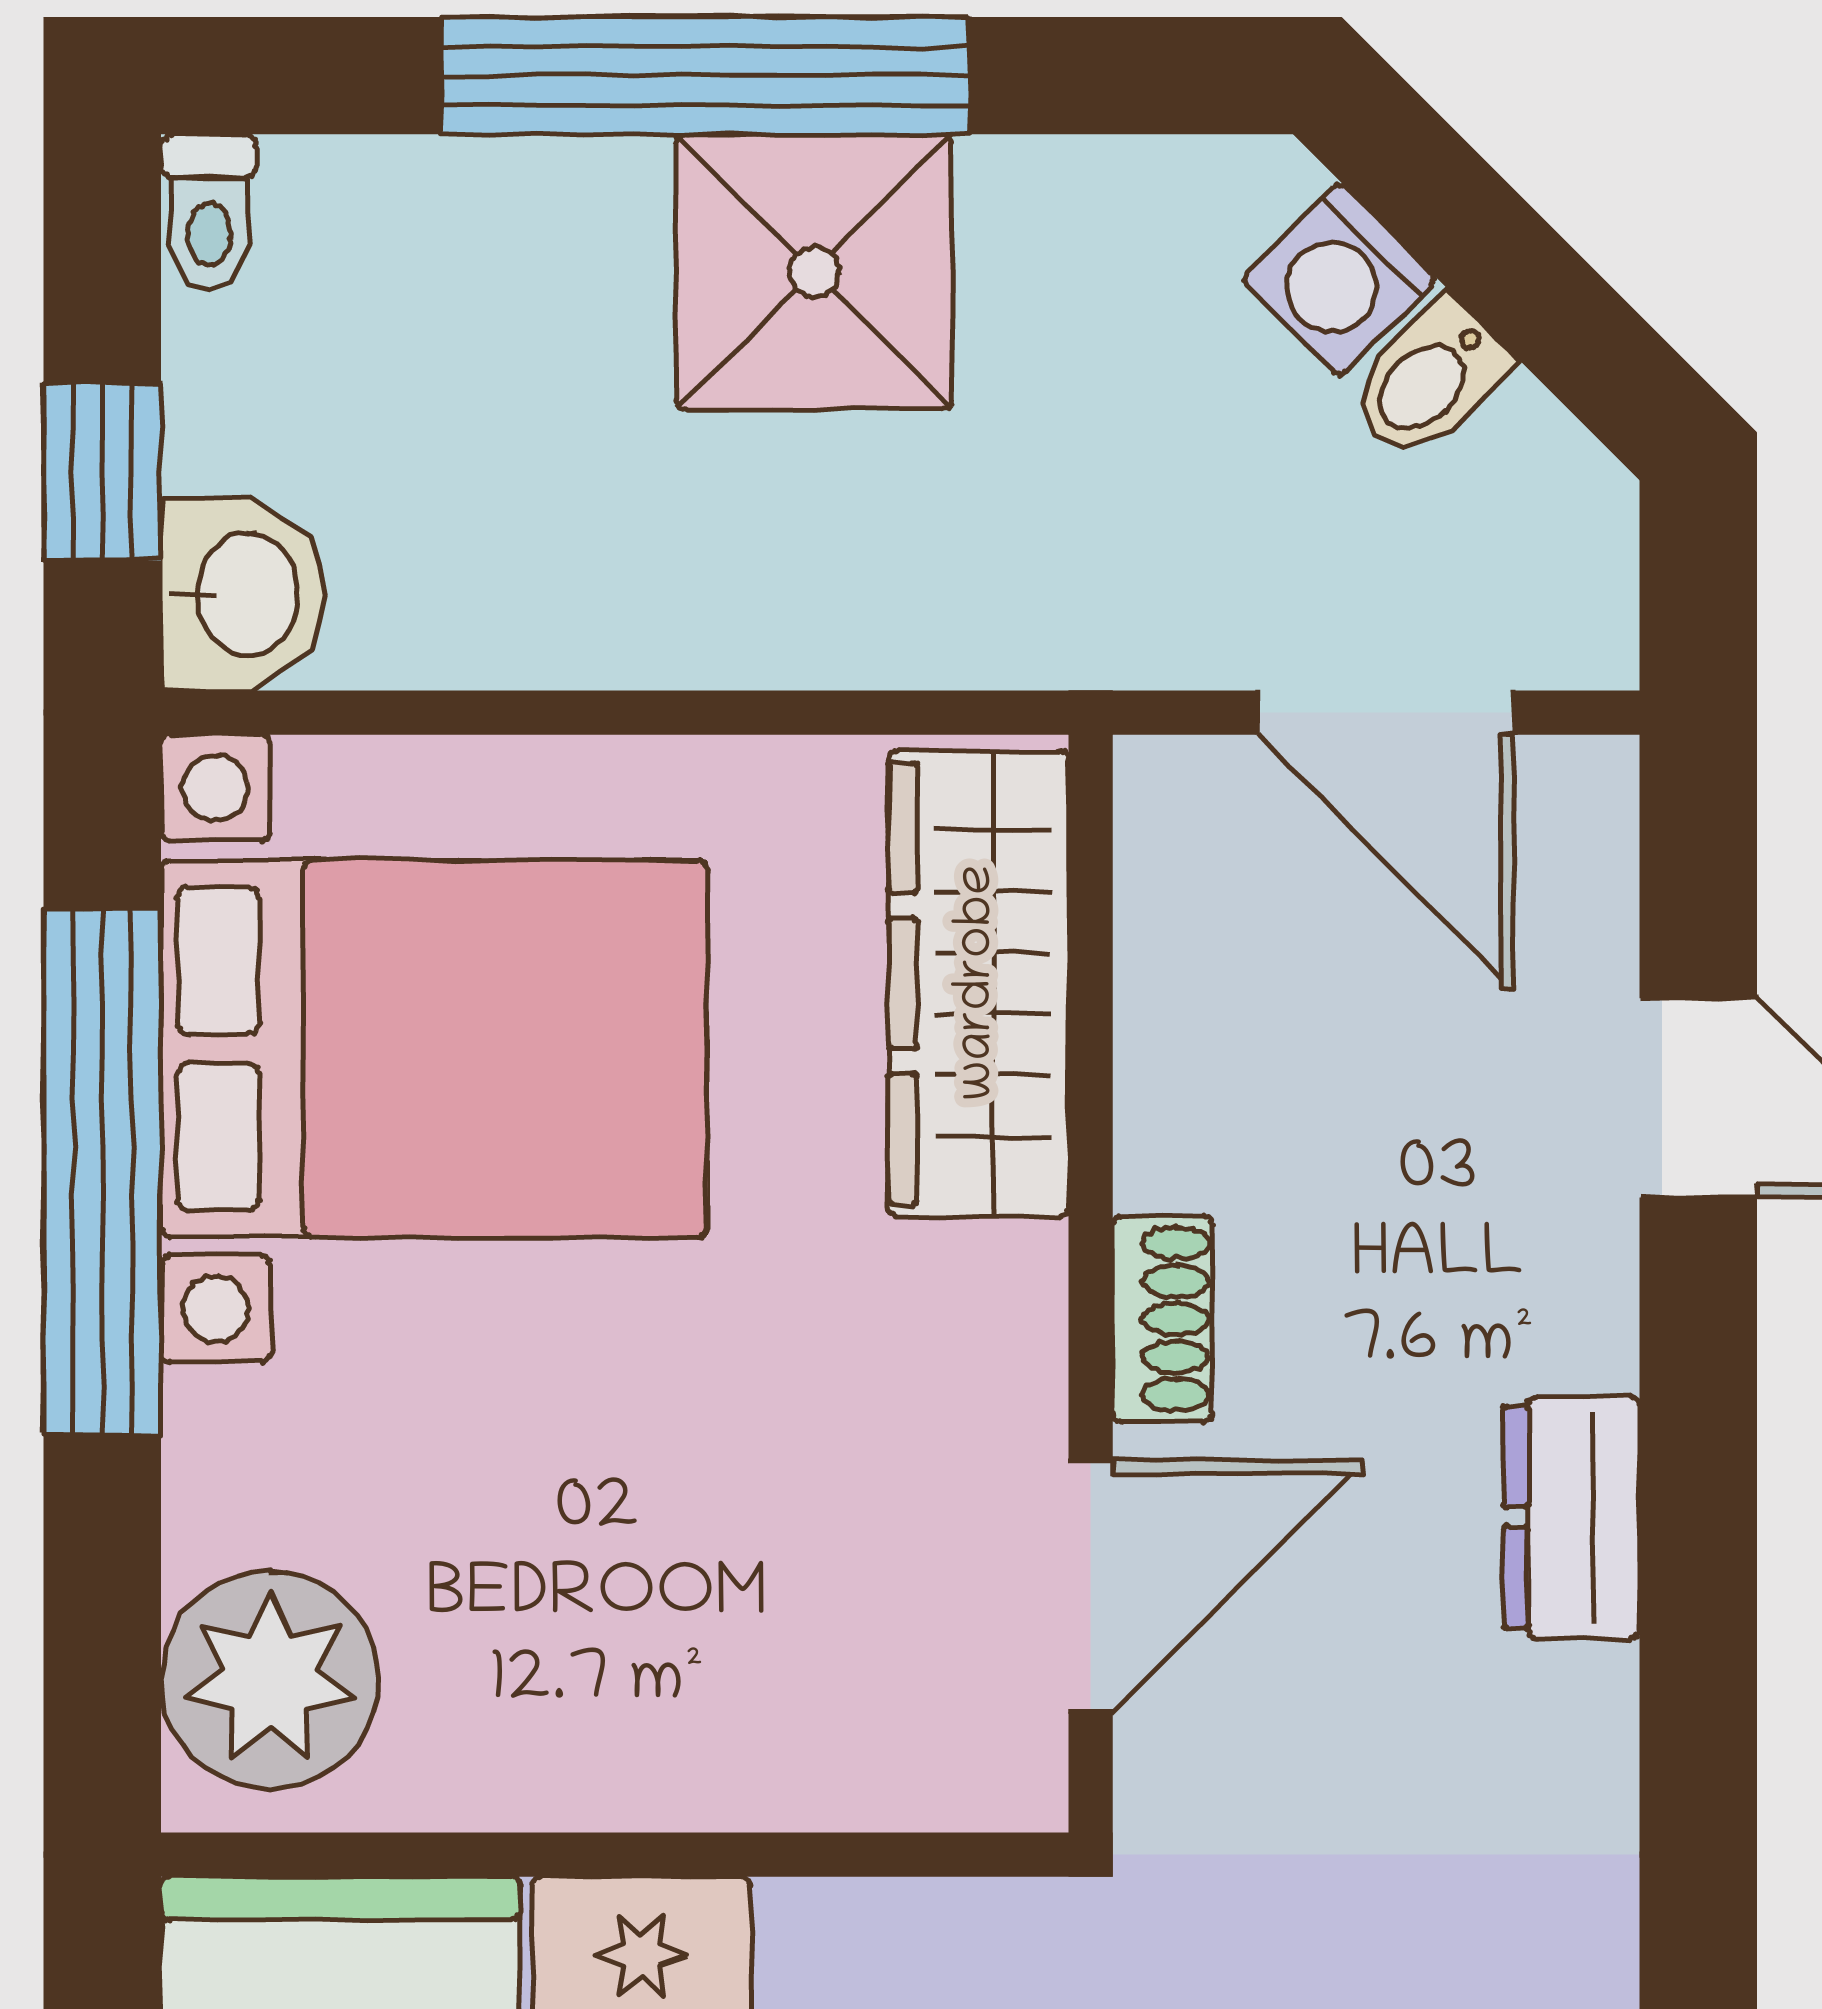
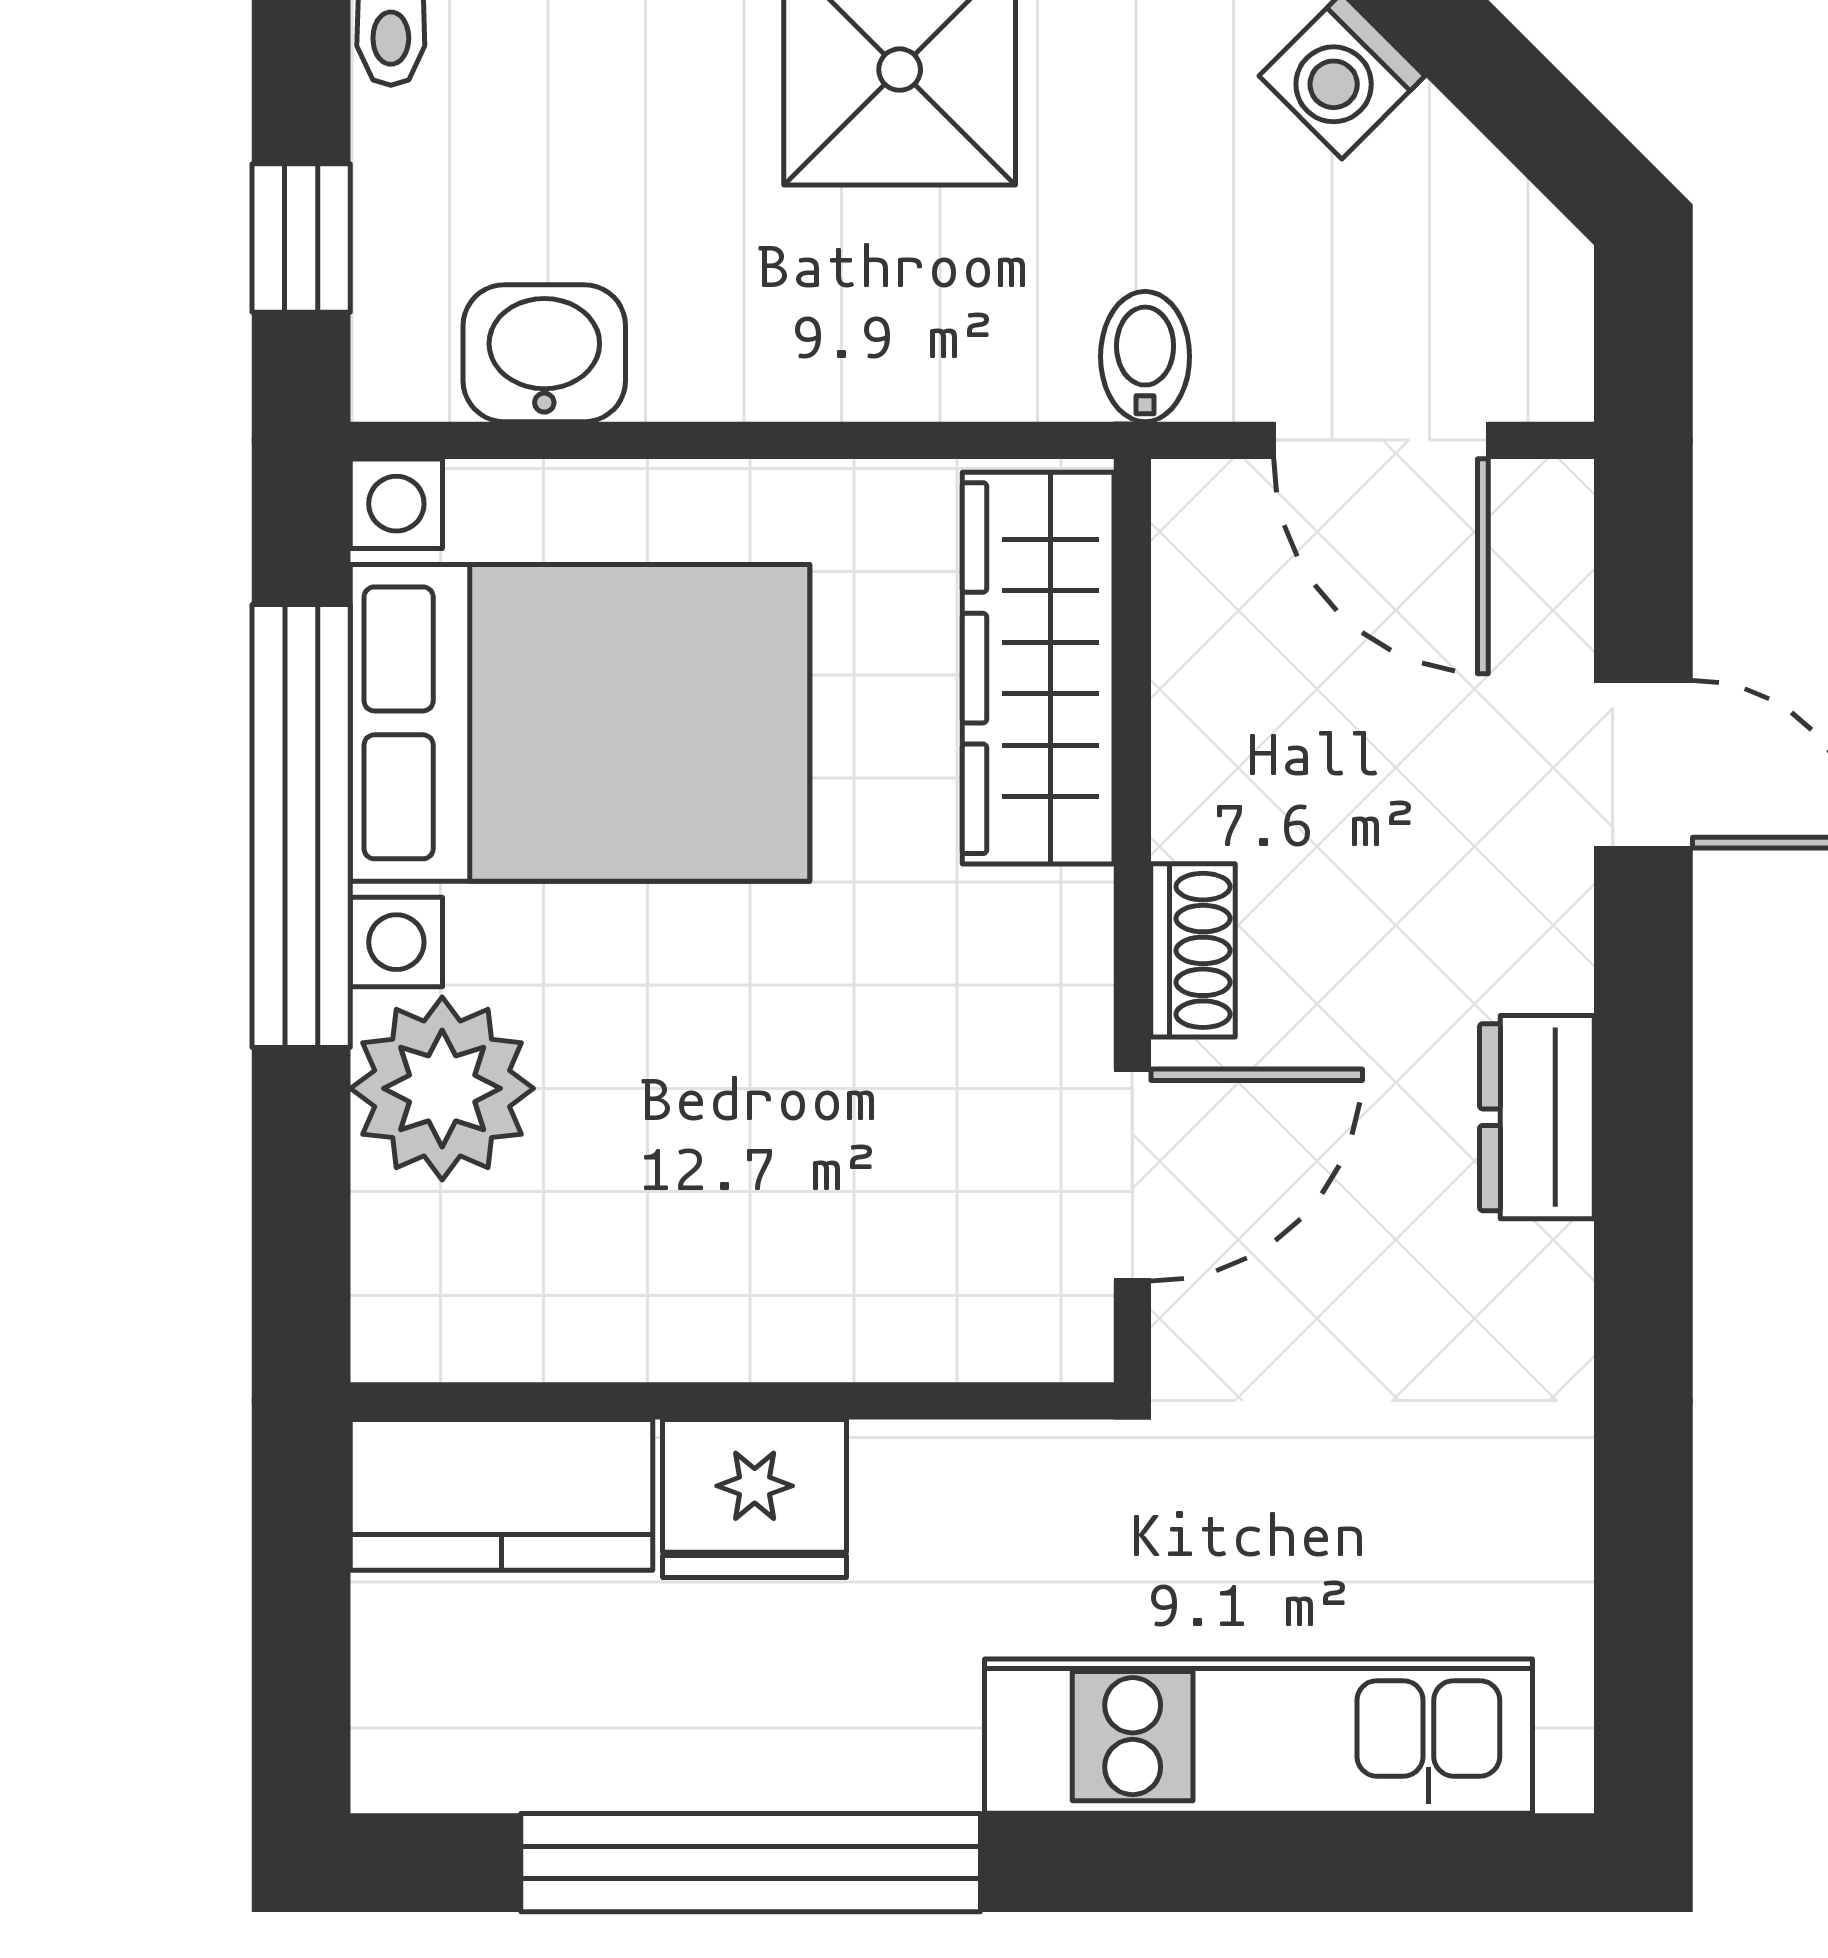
bidet: (1429, 380) -> (1145, 357), moved, turned 135
washbasin: (242, 594) -> (544, 353), moved, turned -90
plant: (270, 1680) -> (442, 1088), moved

